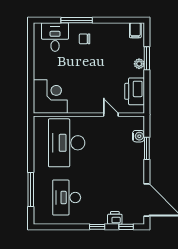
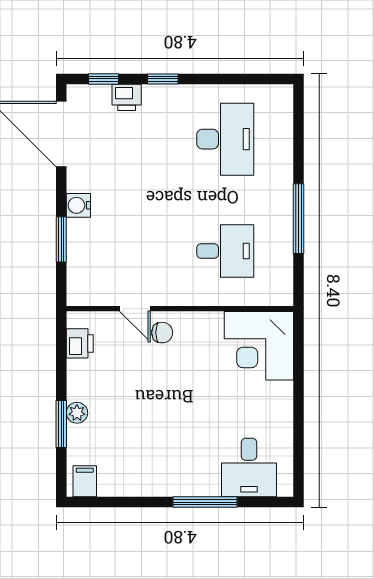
chair: (85, 39) -> (162, 333), moved
printer: (135, 91) -> (80, 343), width x0.53, depth x0.68
water cooler: (138, 136) -> (78, 205), moved
desk: (67, 143) -> (225, 251), width x0.53, depth x0.77
window: (31, 189) -> (299, 219), moved

